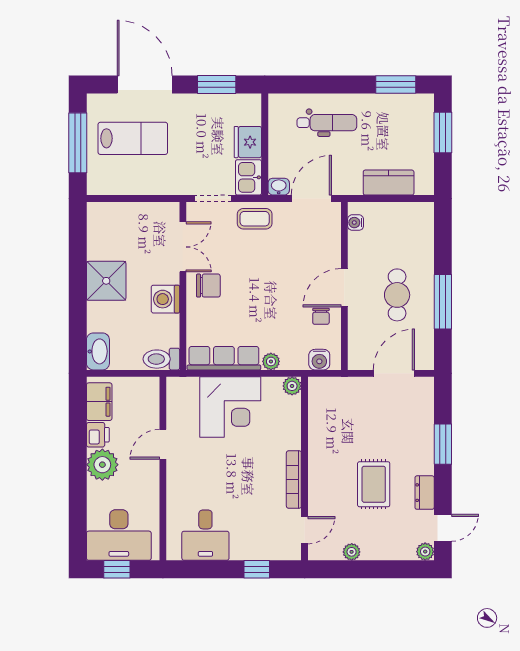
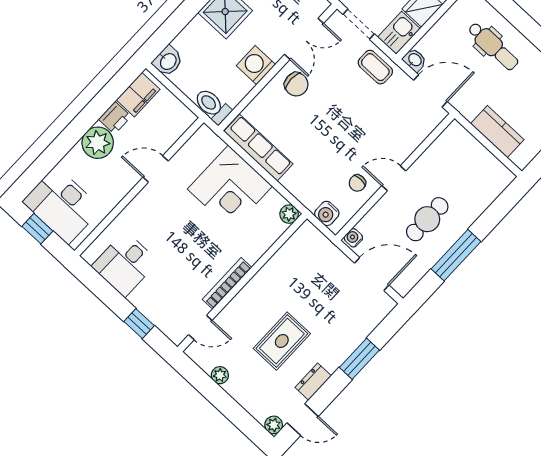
water cooler: (356, 223) -> (353, 238), moved
door: (344, 288) -> (394, 178), width x0.73
washbasin: (98, 351) -> (168, 61), width x0.72
plant: (271, 361) -> (290, 182), removed

